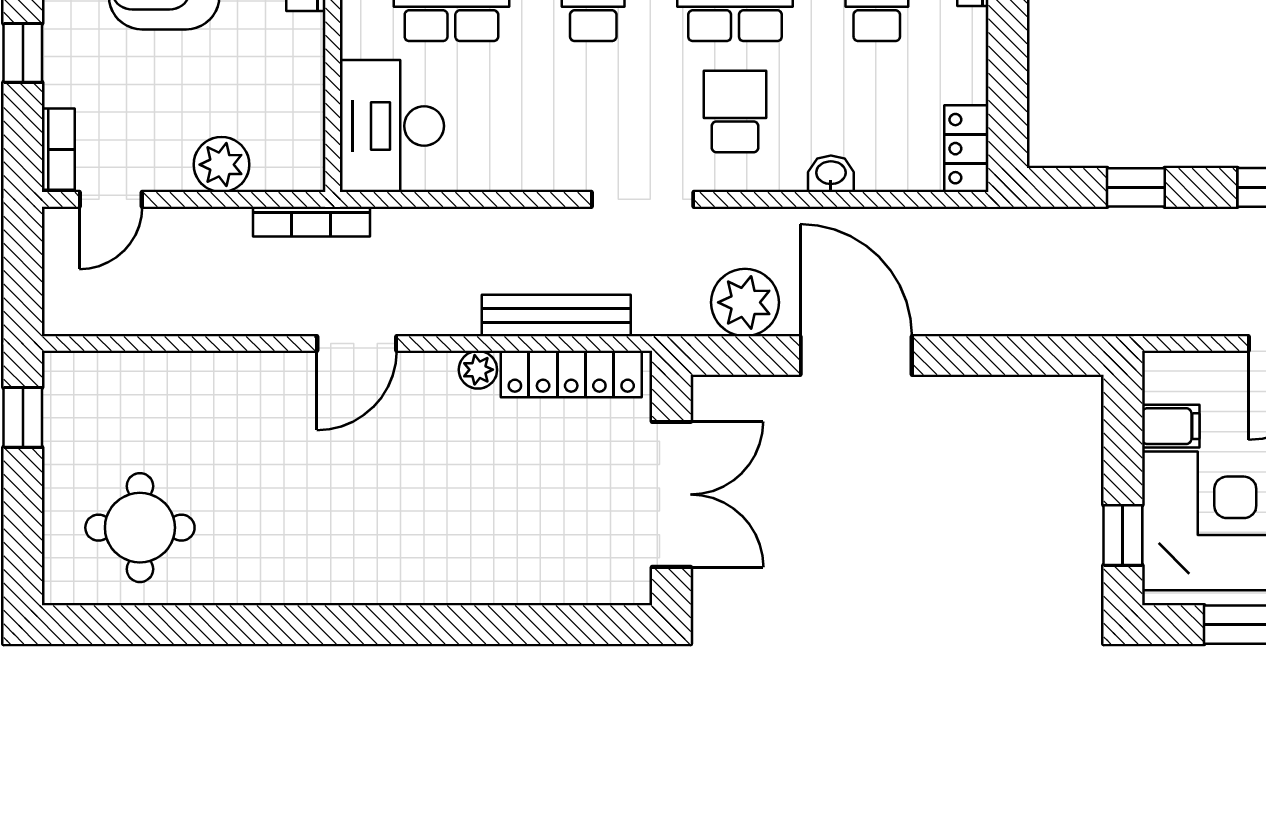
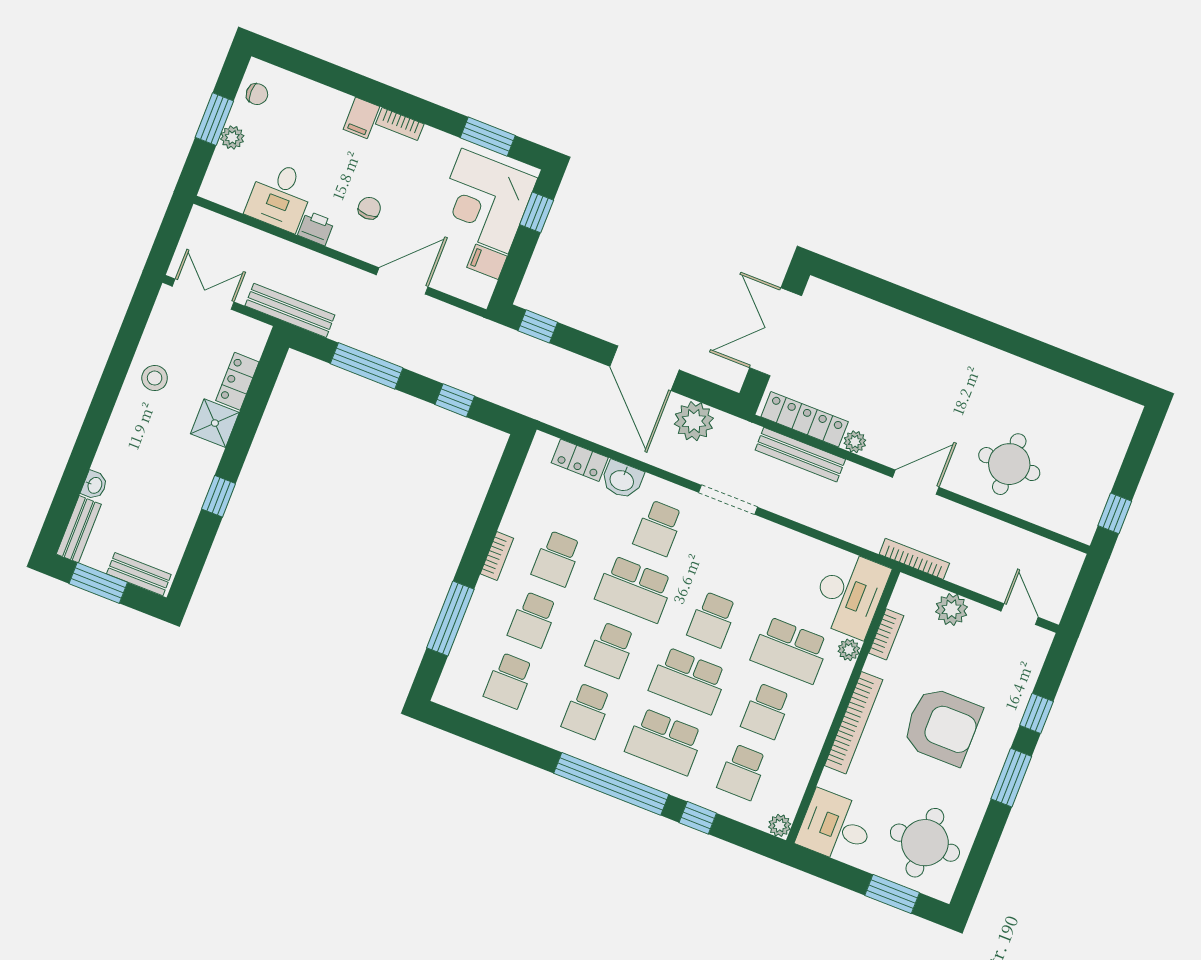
plant: (359, 37) -> (849, 650), added
bookcase: (58, 149) -> (886, 634), moved, turned 180
locker: (966, 149) -> (580, 460), moved, turned 90
washbasin: (831, 174) -> (622, 480), width x1.38, depth x1.45
door: (111, 199) -> (1020, 614), hinge flipped
window: (1050, 356) -> (538, 326), added
round table: (140, 528) -> (1009, 464), moved

